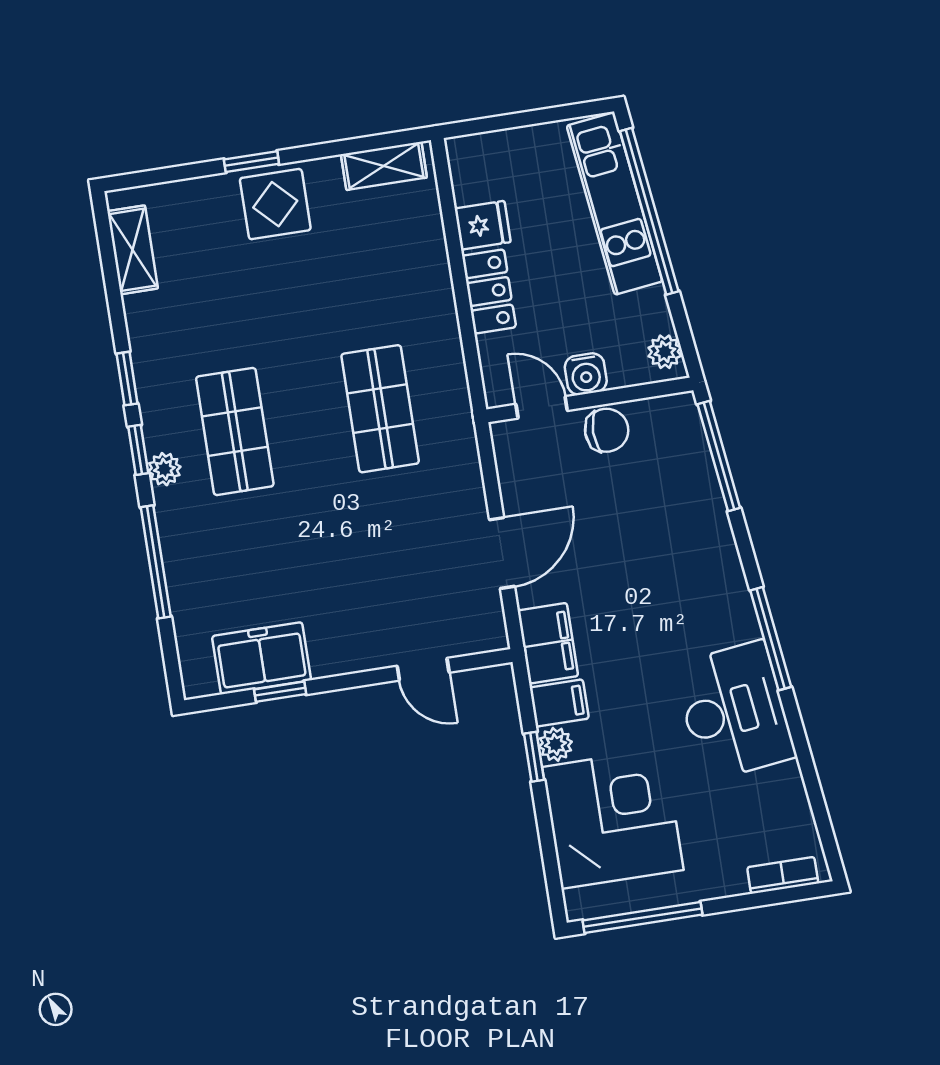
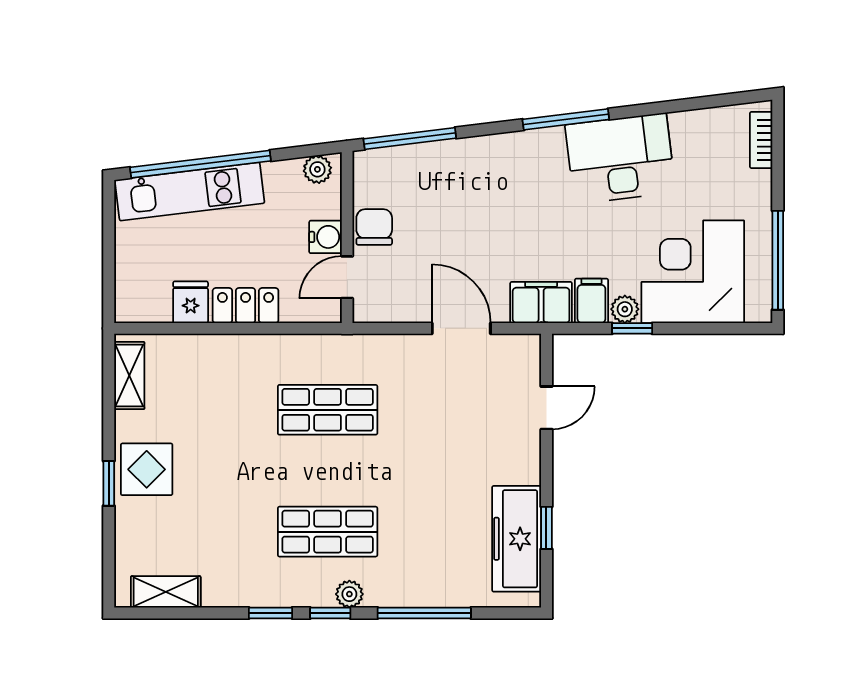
freezer: (262, 658) -> (517, 539), width x1.40

